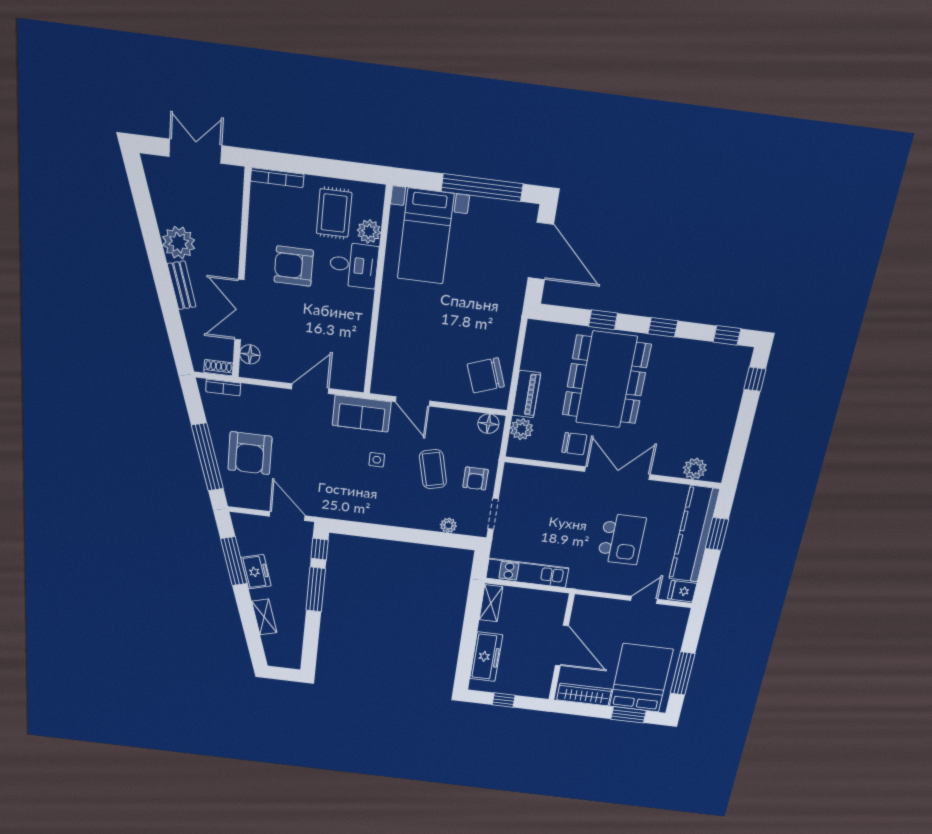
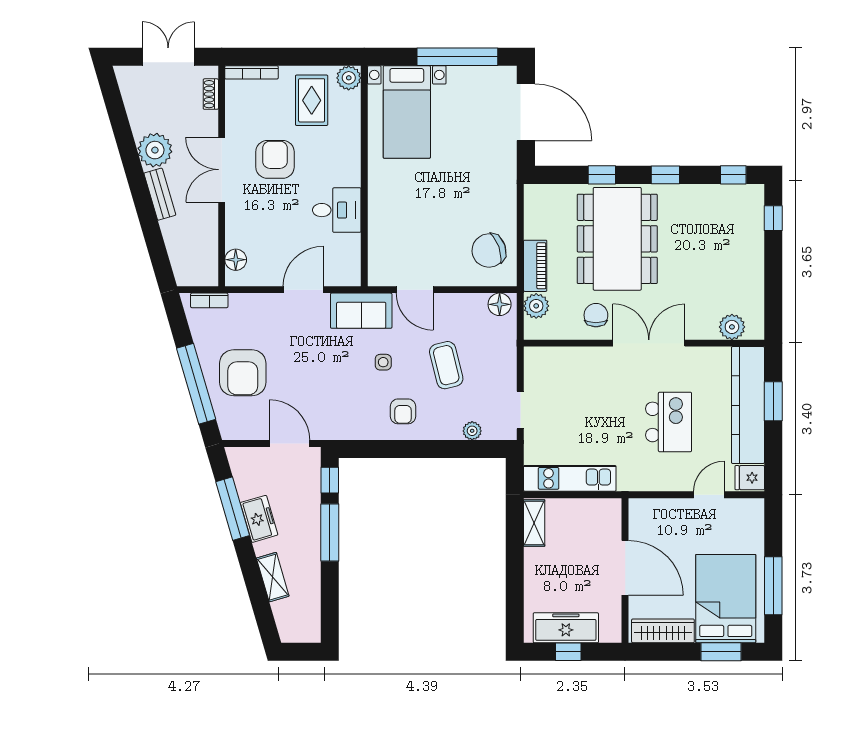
plant: (369, 231) -> (349, 78), moved
desk: (354, 265) -> (337, 210), moved
armchair: (294, 266) -> (275, 159), turned 90
double door: (239, 310) -> (222, 170), moved
shoe rack: (218, 368) -> (211, 94), moved, turned -90
chair: (574, 444) -> (596, 315), turned -90
armchair: (476, 478) -> (403, 411), moved
freezer: (486, 657) -> (566, 628), moved, turned -90

